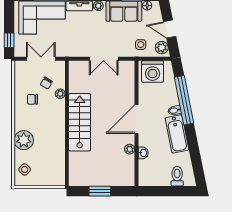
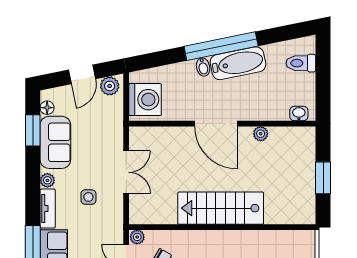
side table: (141, 45) -> (88, 197), moved
plant: (60, 94) -> (137, 237), moved
window: (184, 100) -> (221, 46), moved
washbasin: (143, 153) -> (299, 113), moved

